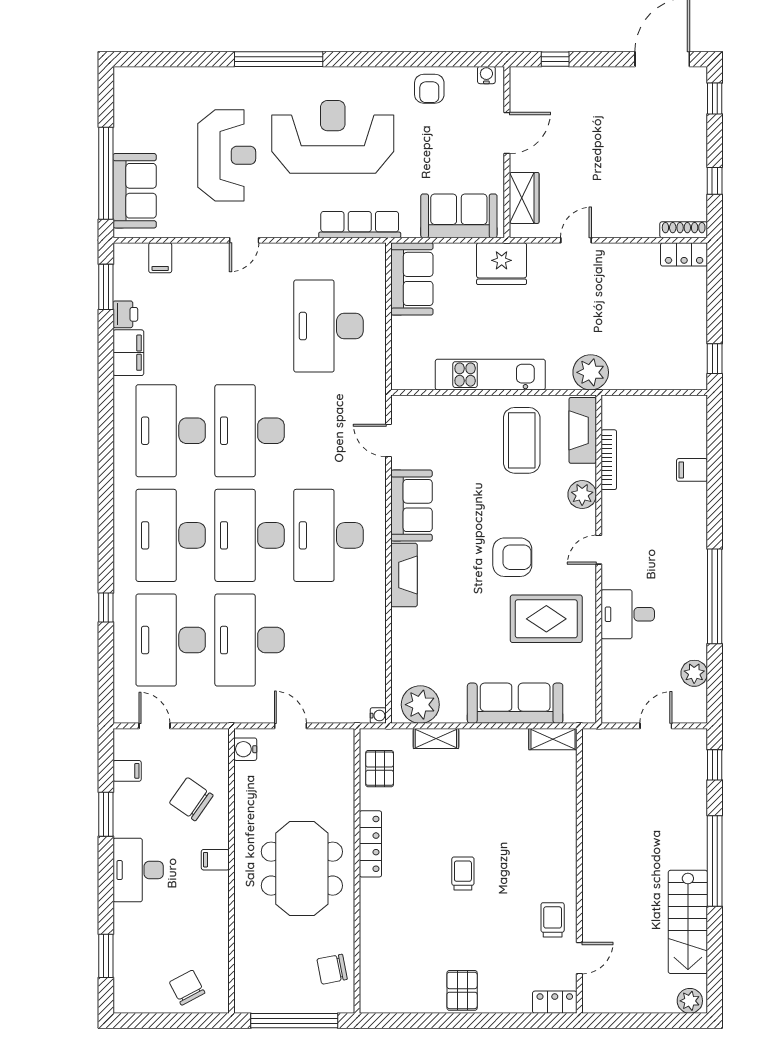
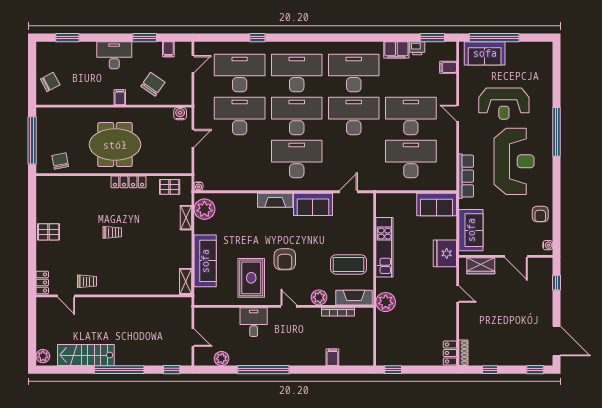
armchair: (429, 89) -> (540, 214), turned -90
desk: (250, 326) -> (411, 116), added

